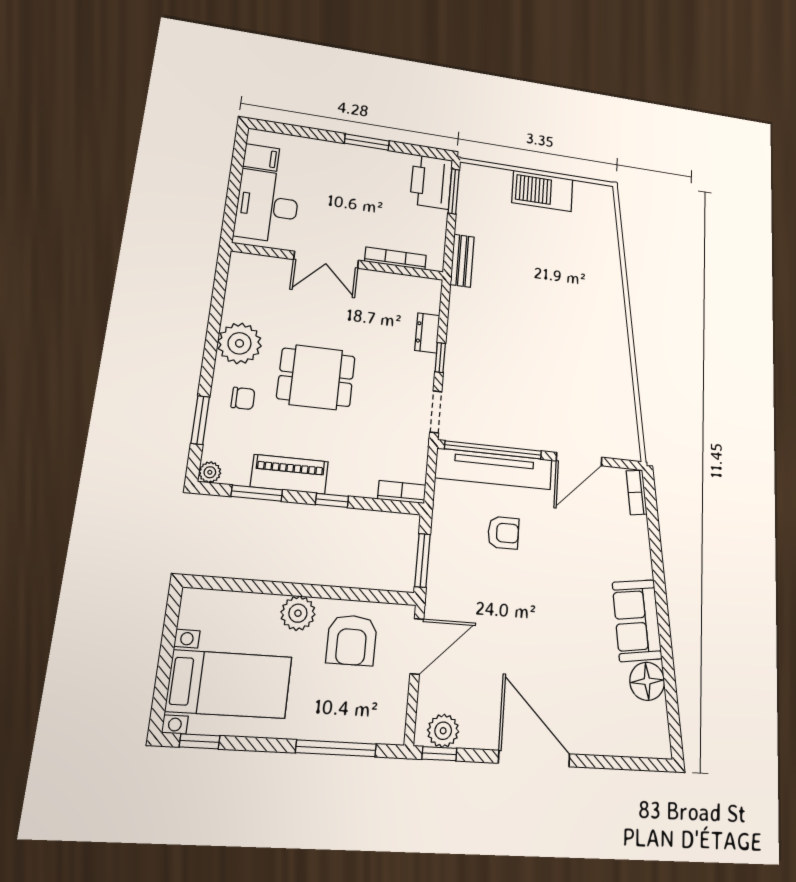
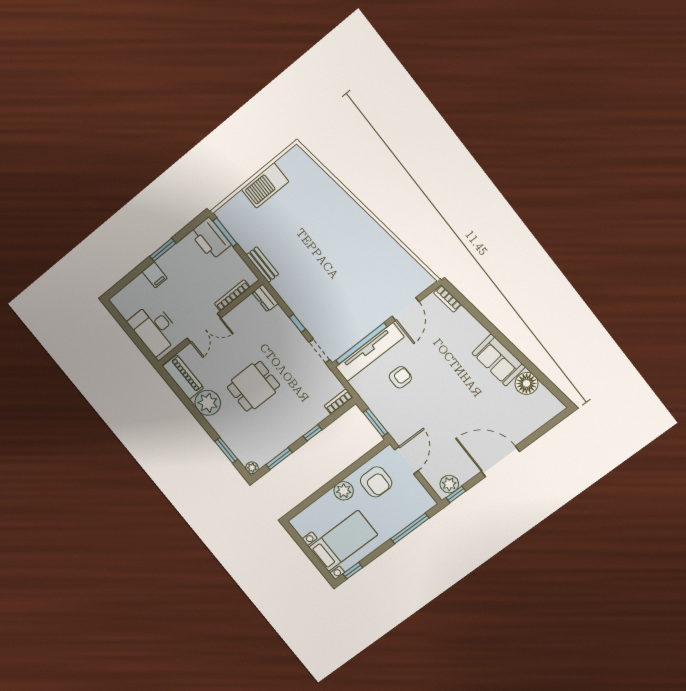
filing cabinet: (261, 157) -> (155, 275), moved, turned 90
dresser: (427, 333) -> (265, 298), moved
chair: (243, 398) -> (233, 425), removed
piano: (289, 474) -> (183, 377), moved, turned 90

